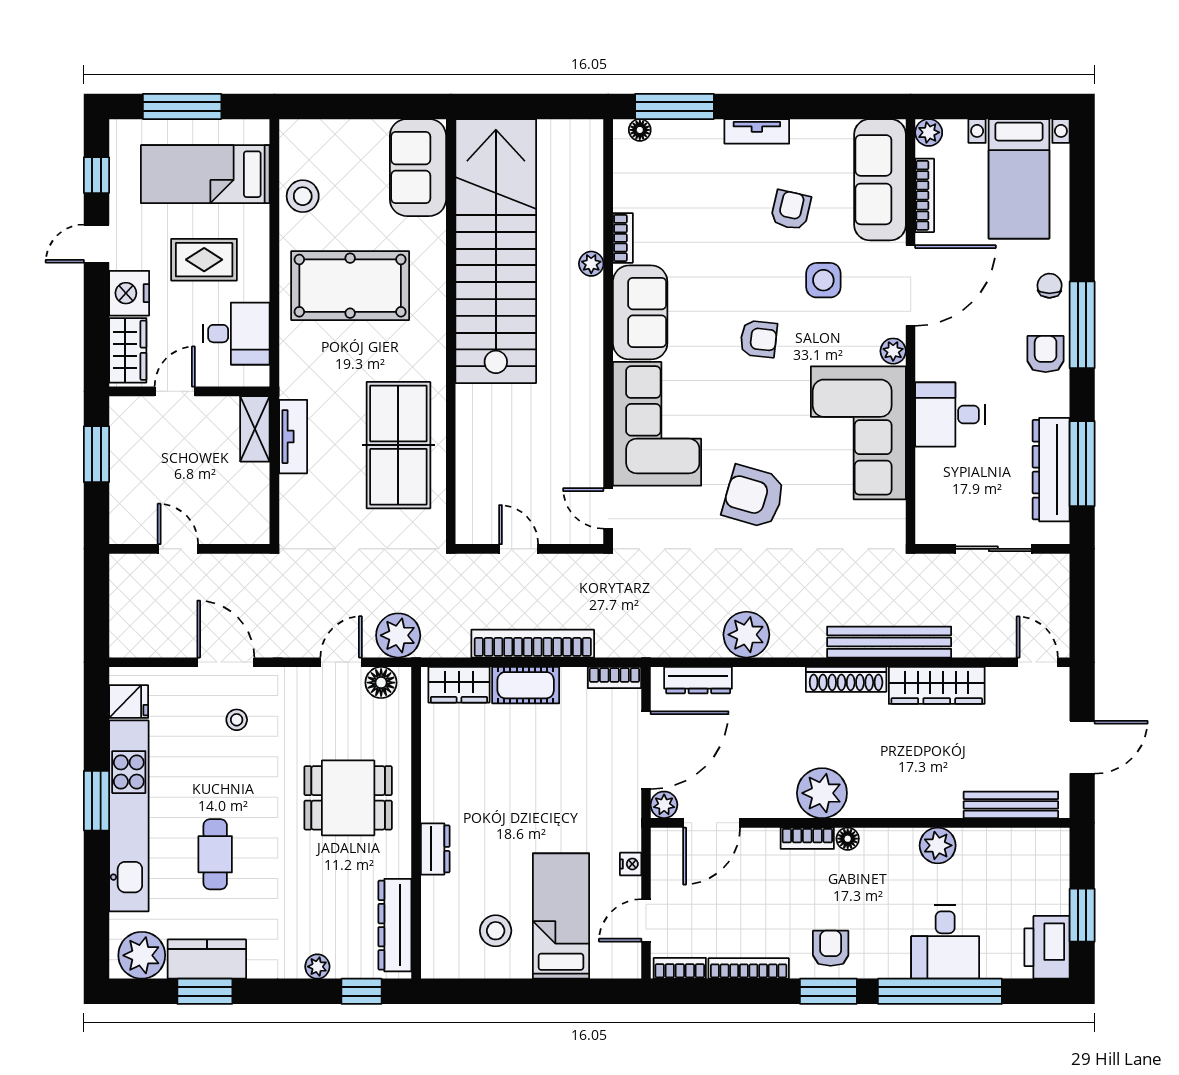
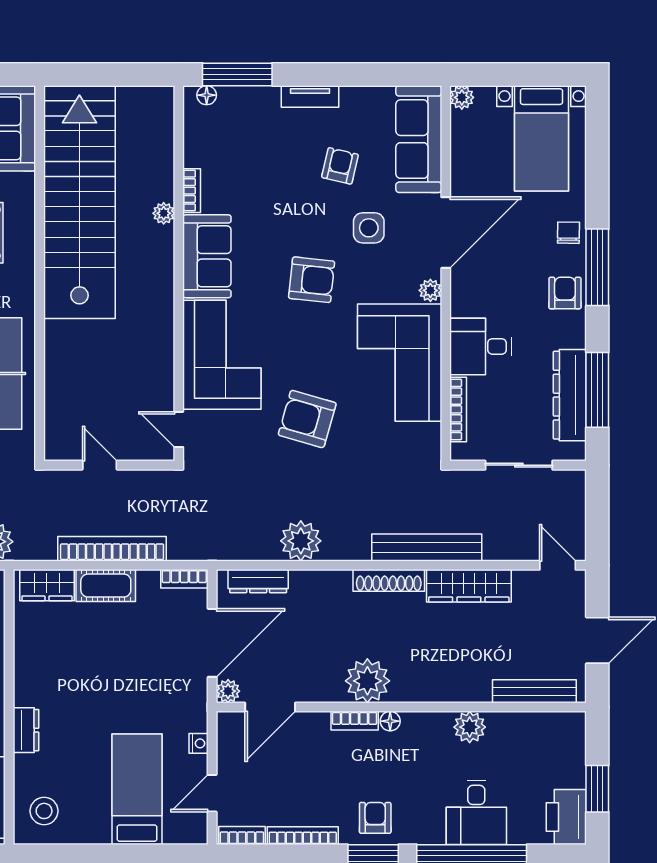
bookcase: (925, 195) -> (458, 409), moved
armchair: (759, 339) -> (312, 280), width x1.38, depth x1.38
stool: (496, 931) -> (44, 811), moved

